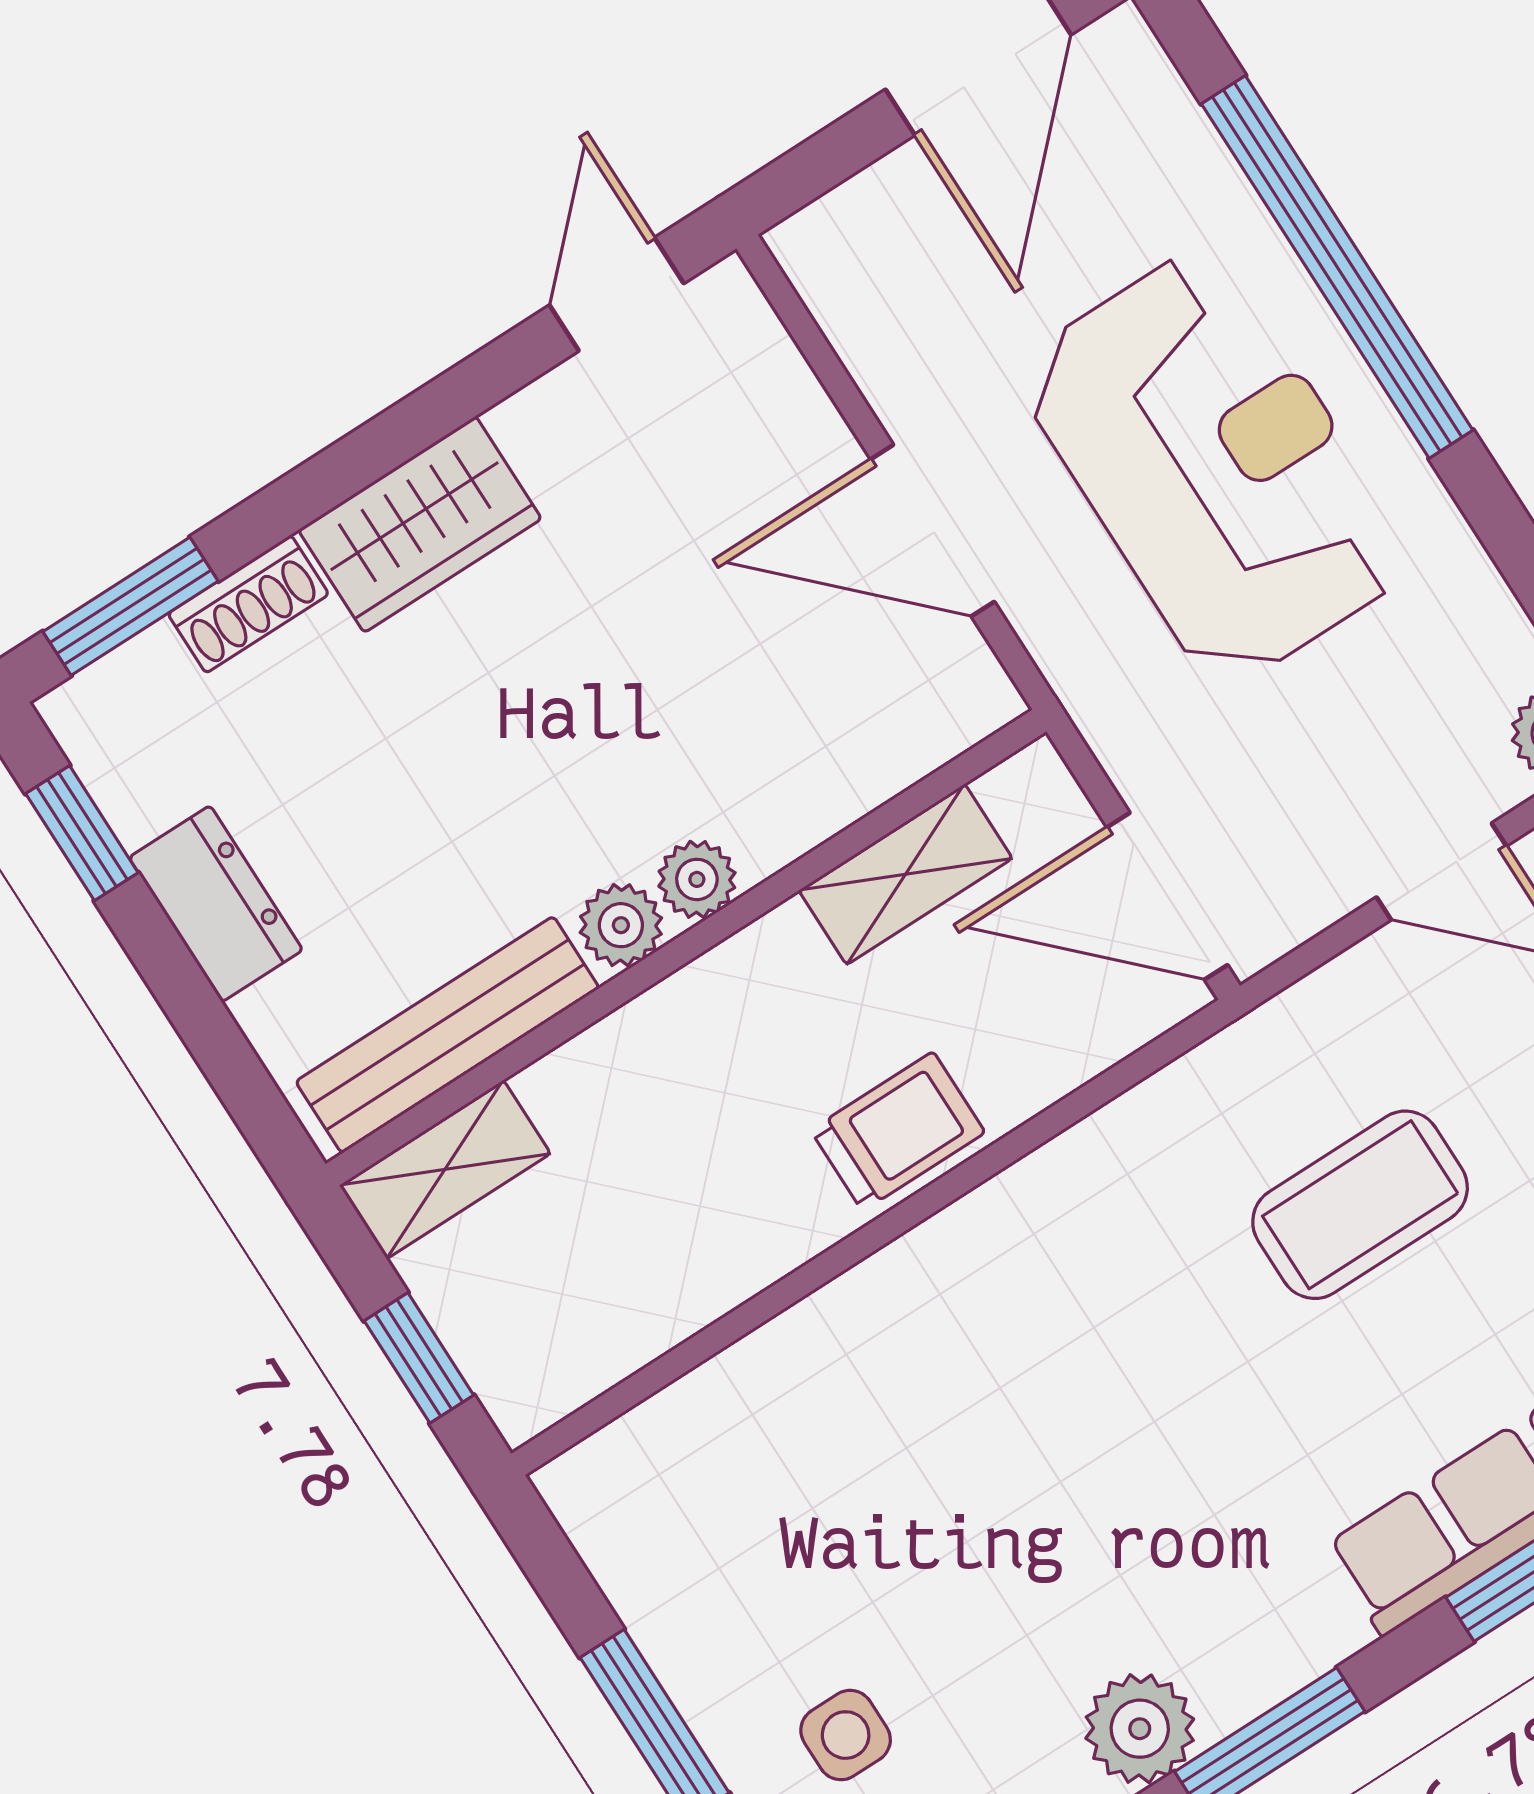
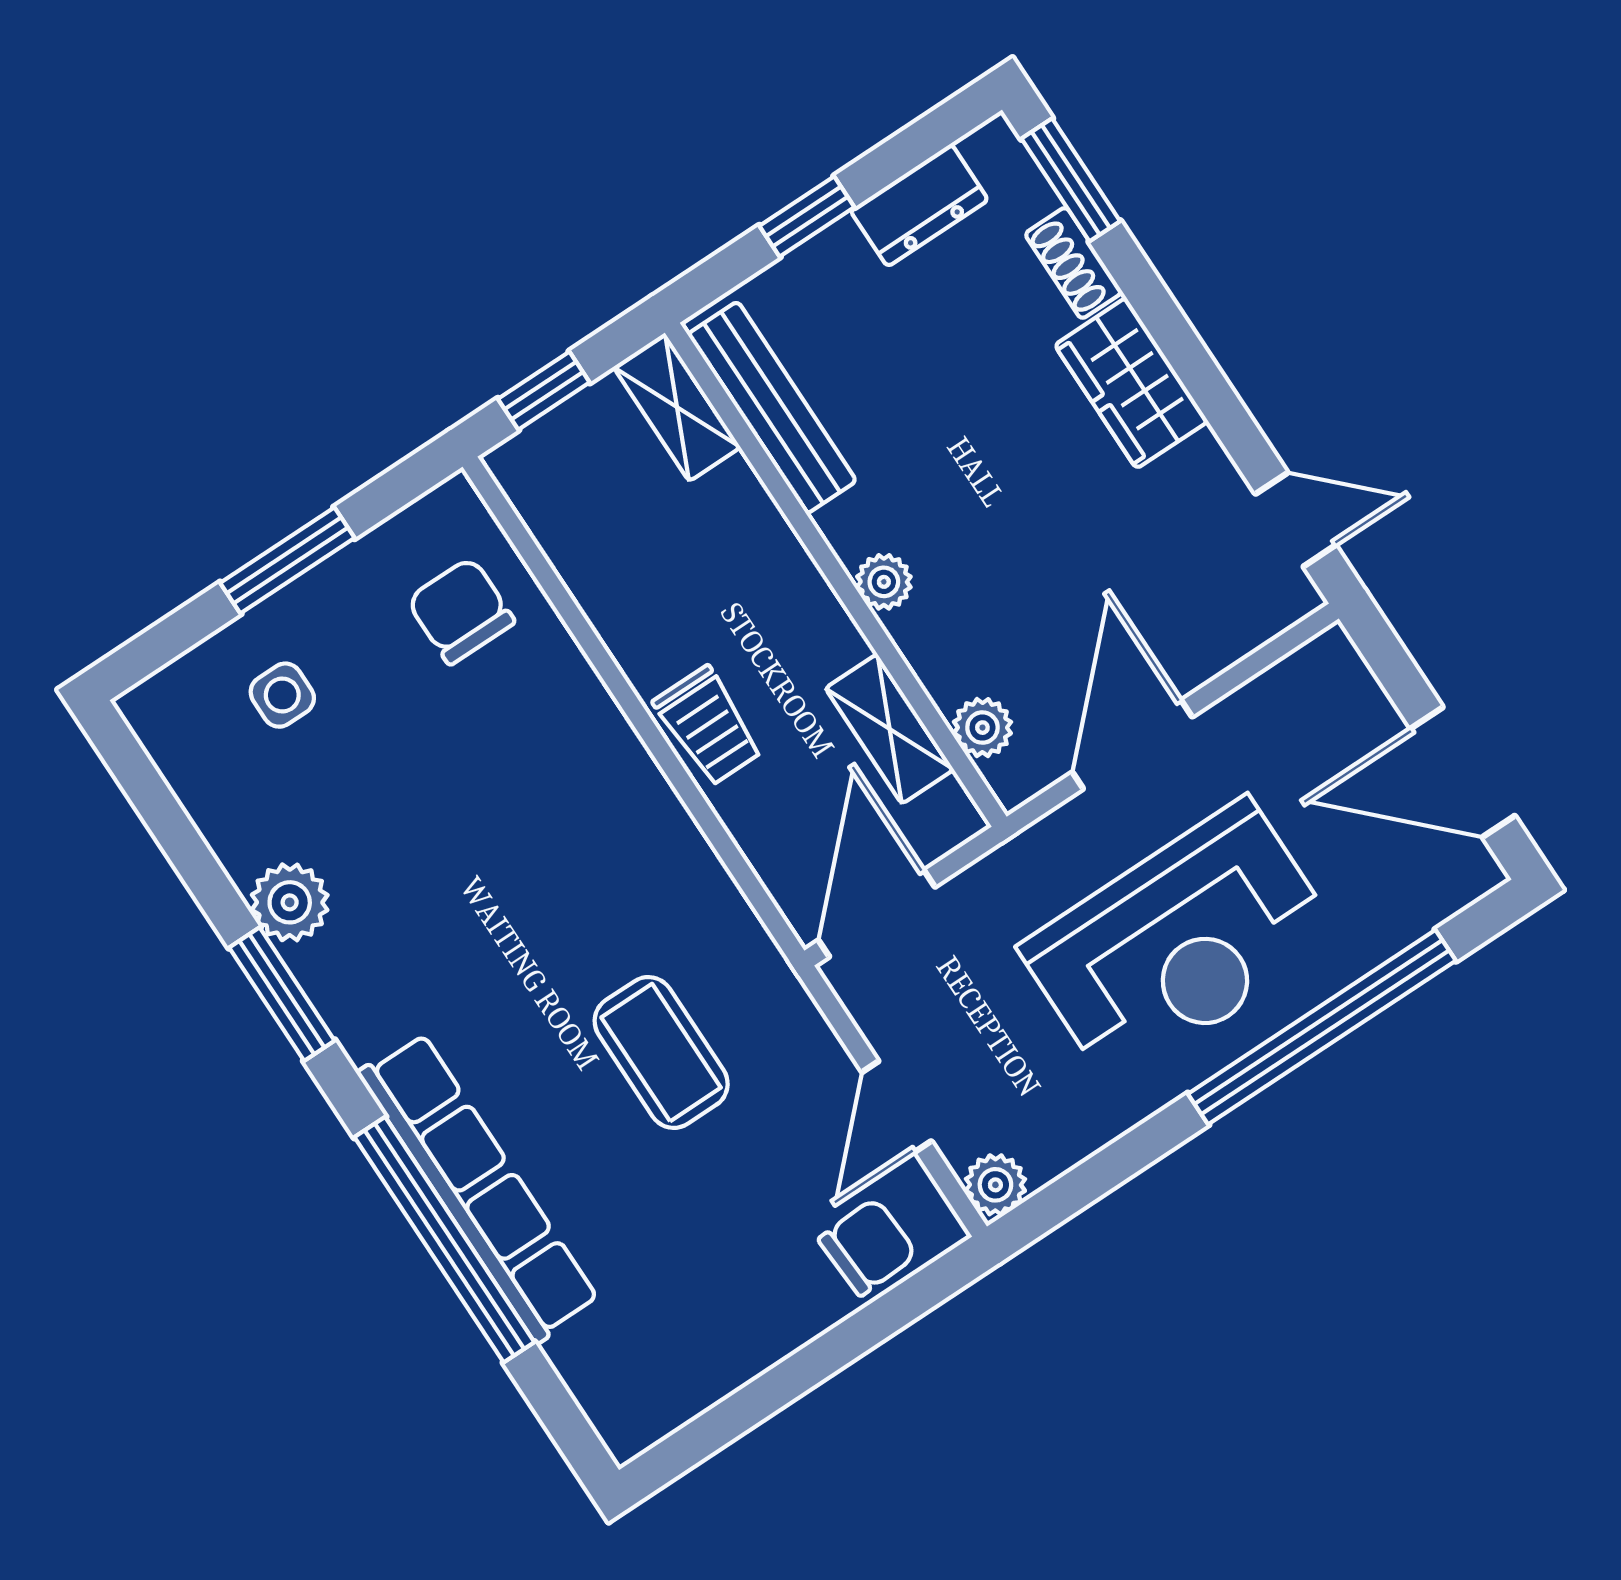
window: (82, 833) -> (807, 216), moved
dresser: (216, 904) -> (919, 205), moved
plant: (621, 925) -> (982, 728), moved
chair: (730, 1480) -> (461, 611), added

